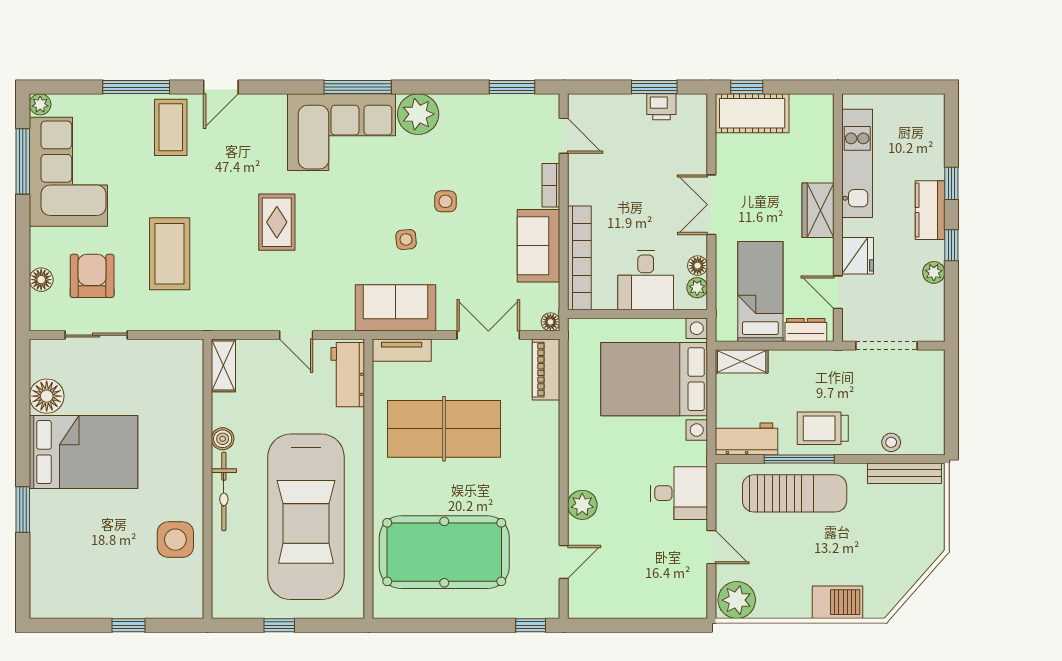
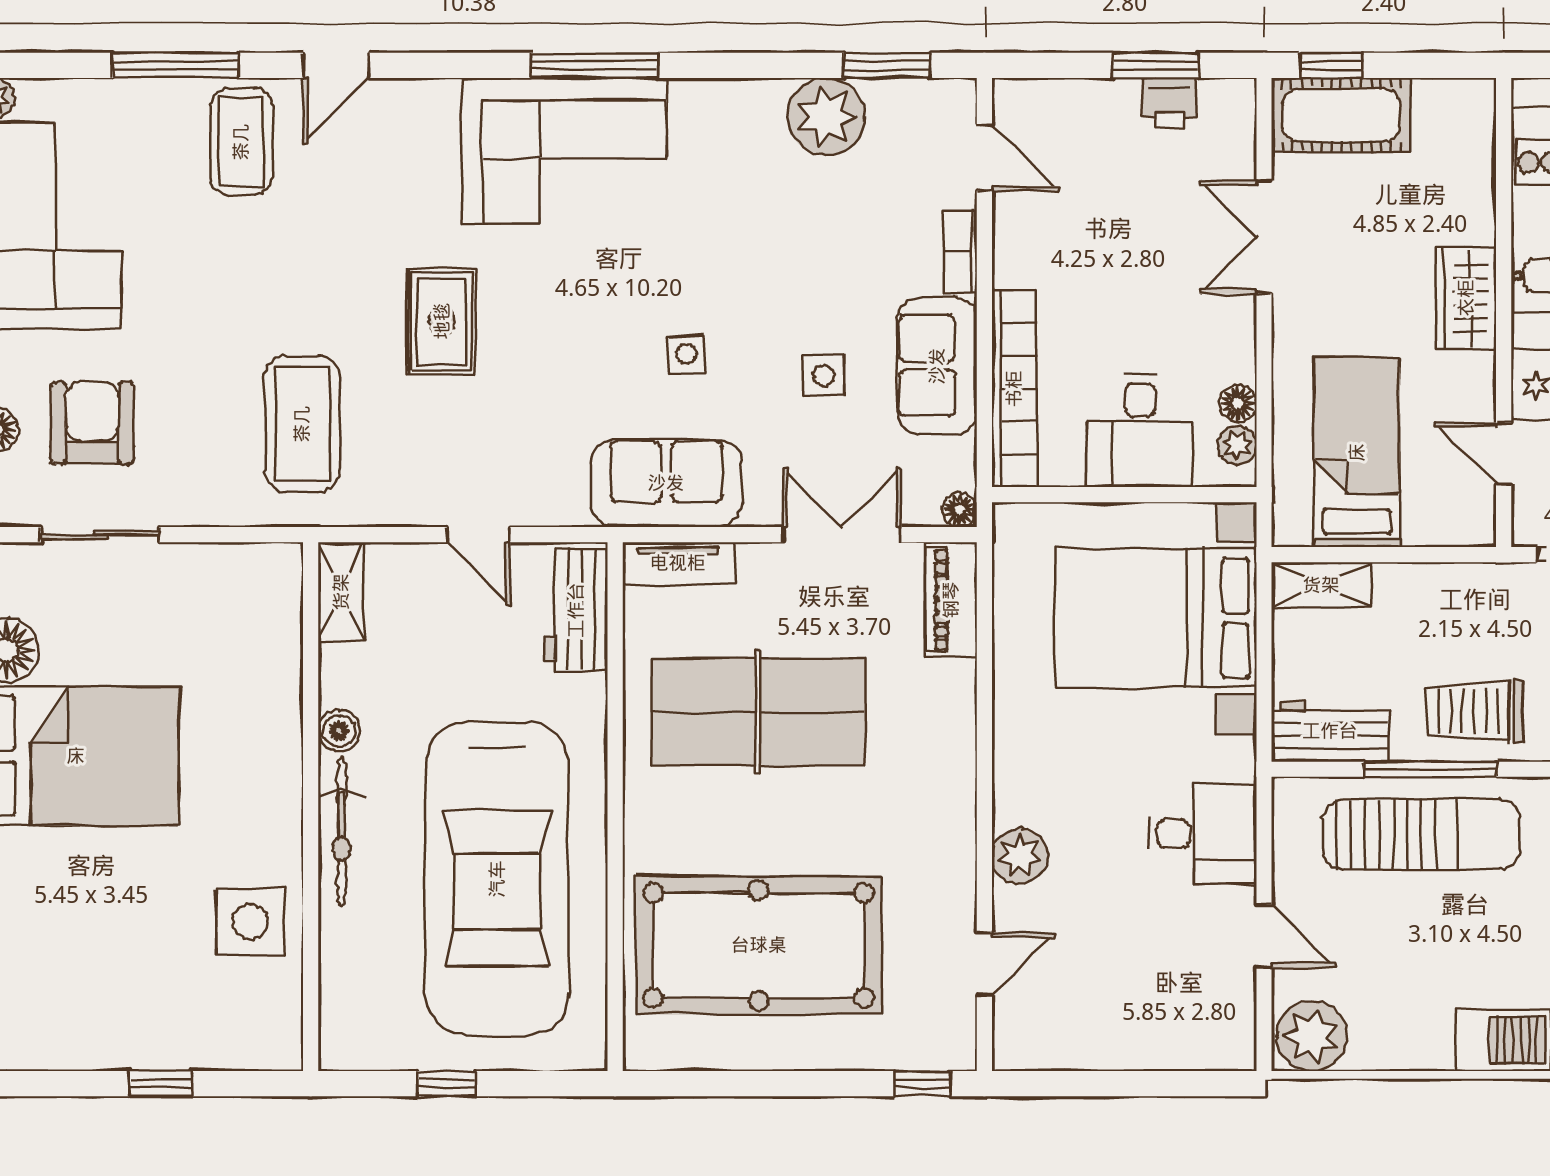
plant: (418, 114) -> (826, 117), moved
side table: (445, 201) -> (824, 375), moved
double door: (711, 205) -> (1264, 237), moved
coffee table: (170, 254) -> (302, 424), moved
dresser: (806, 330) -> (1443, 525), removed

